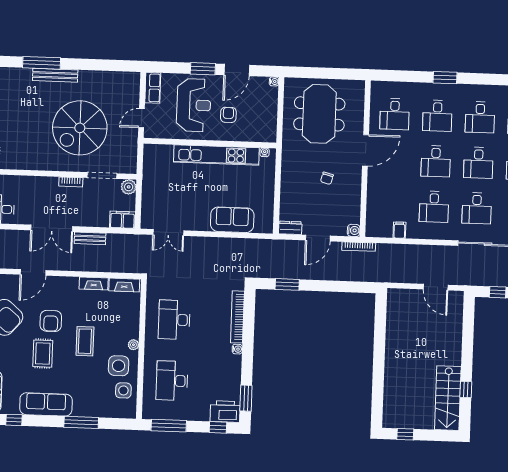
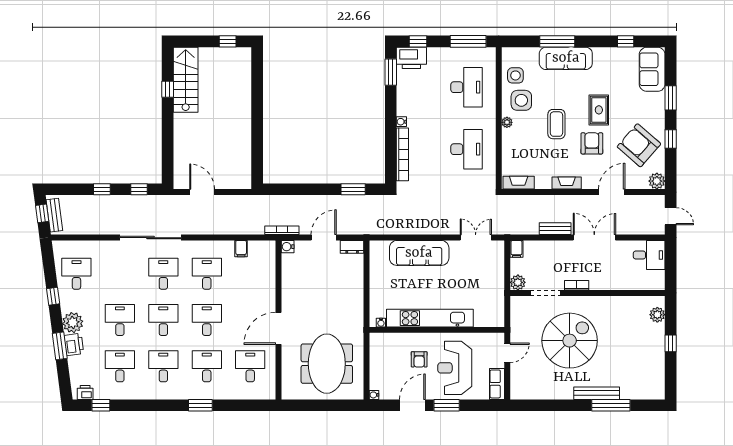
chair: (327, 178) -> (317, 299), removed
filing cabinet: (122, 220) -> (516, 249), width x0.50
sofa: (232, 220) -> (419, 253), width x1.36
fireplace: (94, 283) -> (567, 183), moved
sofa: (46, 404) -> (566, 58), moved

